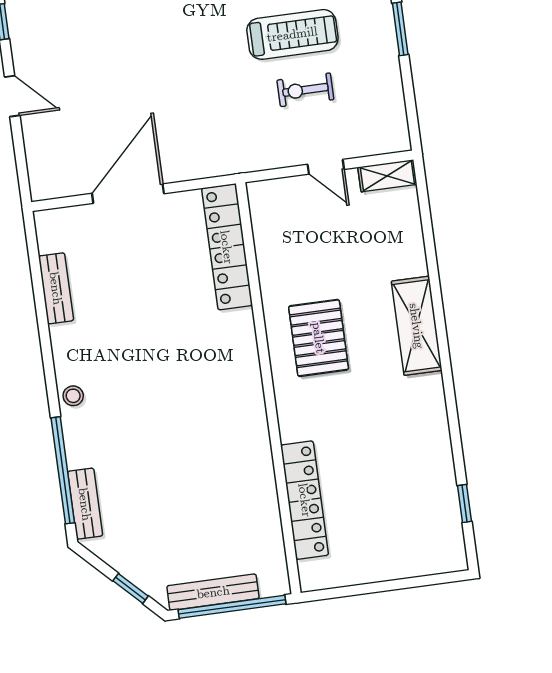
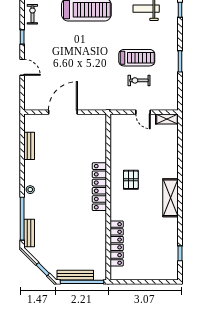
locker: (227, 247) -> (99, 187), moved
shelving: (417, 326) -> (171, 198), moved
pallet: (319, 338) -> (131, 180), width x0.67, depth x0.71

